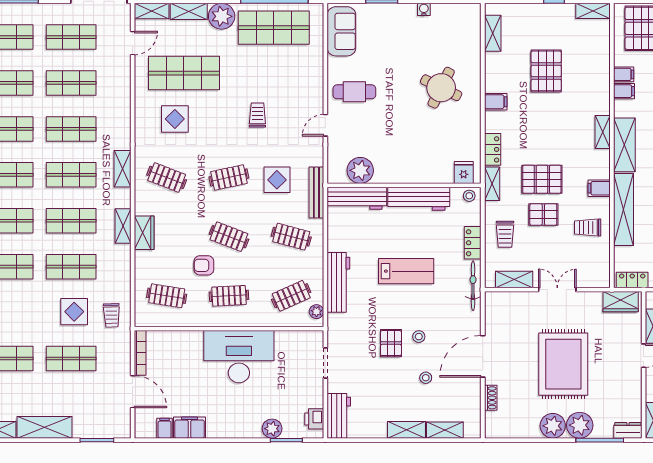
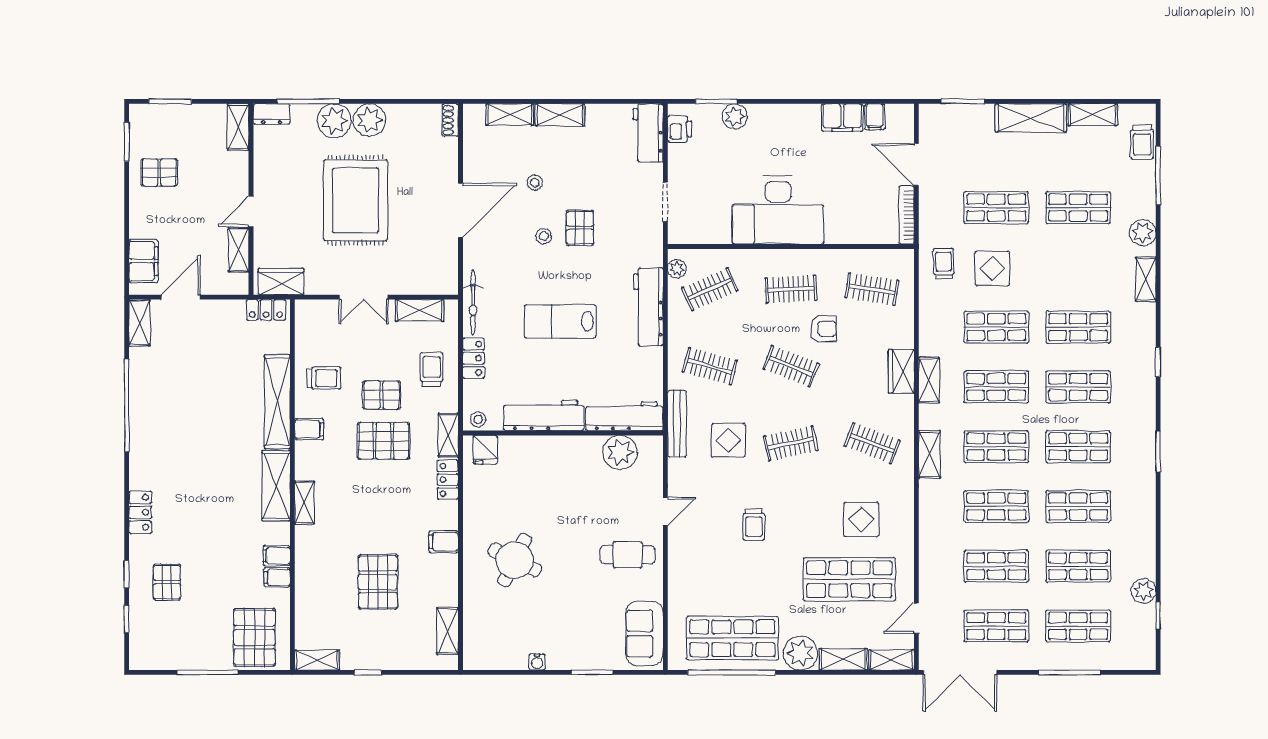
shoe rack: (491, 398) -> (450, 120), moved

